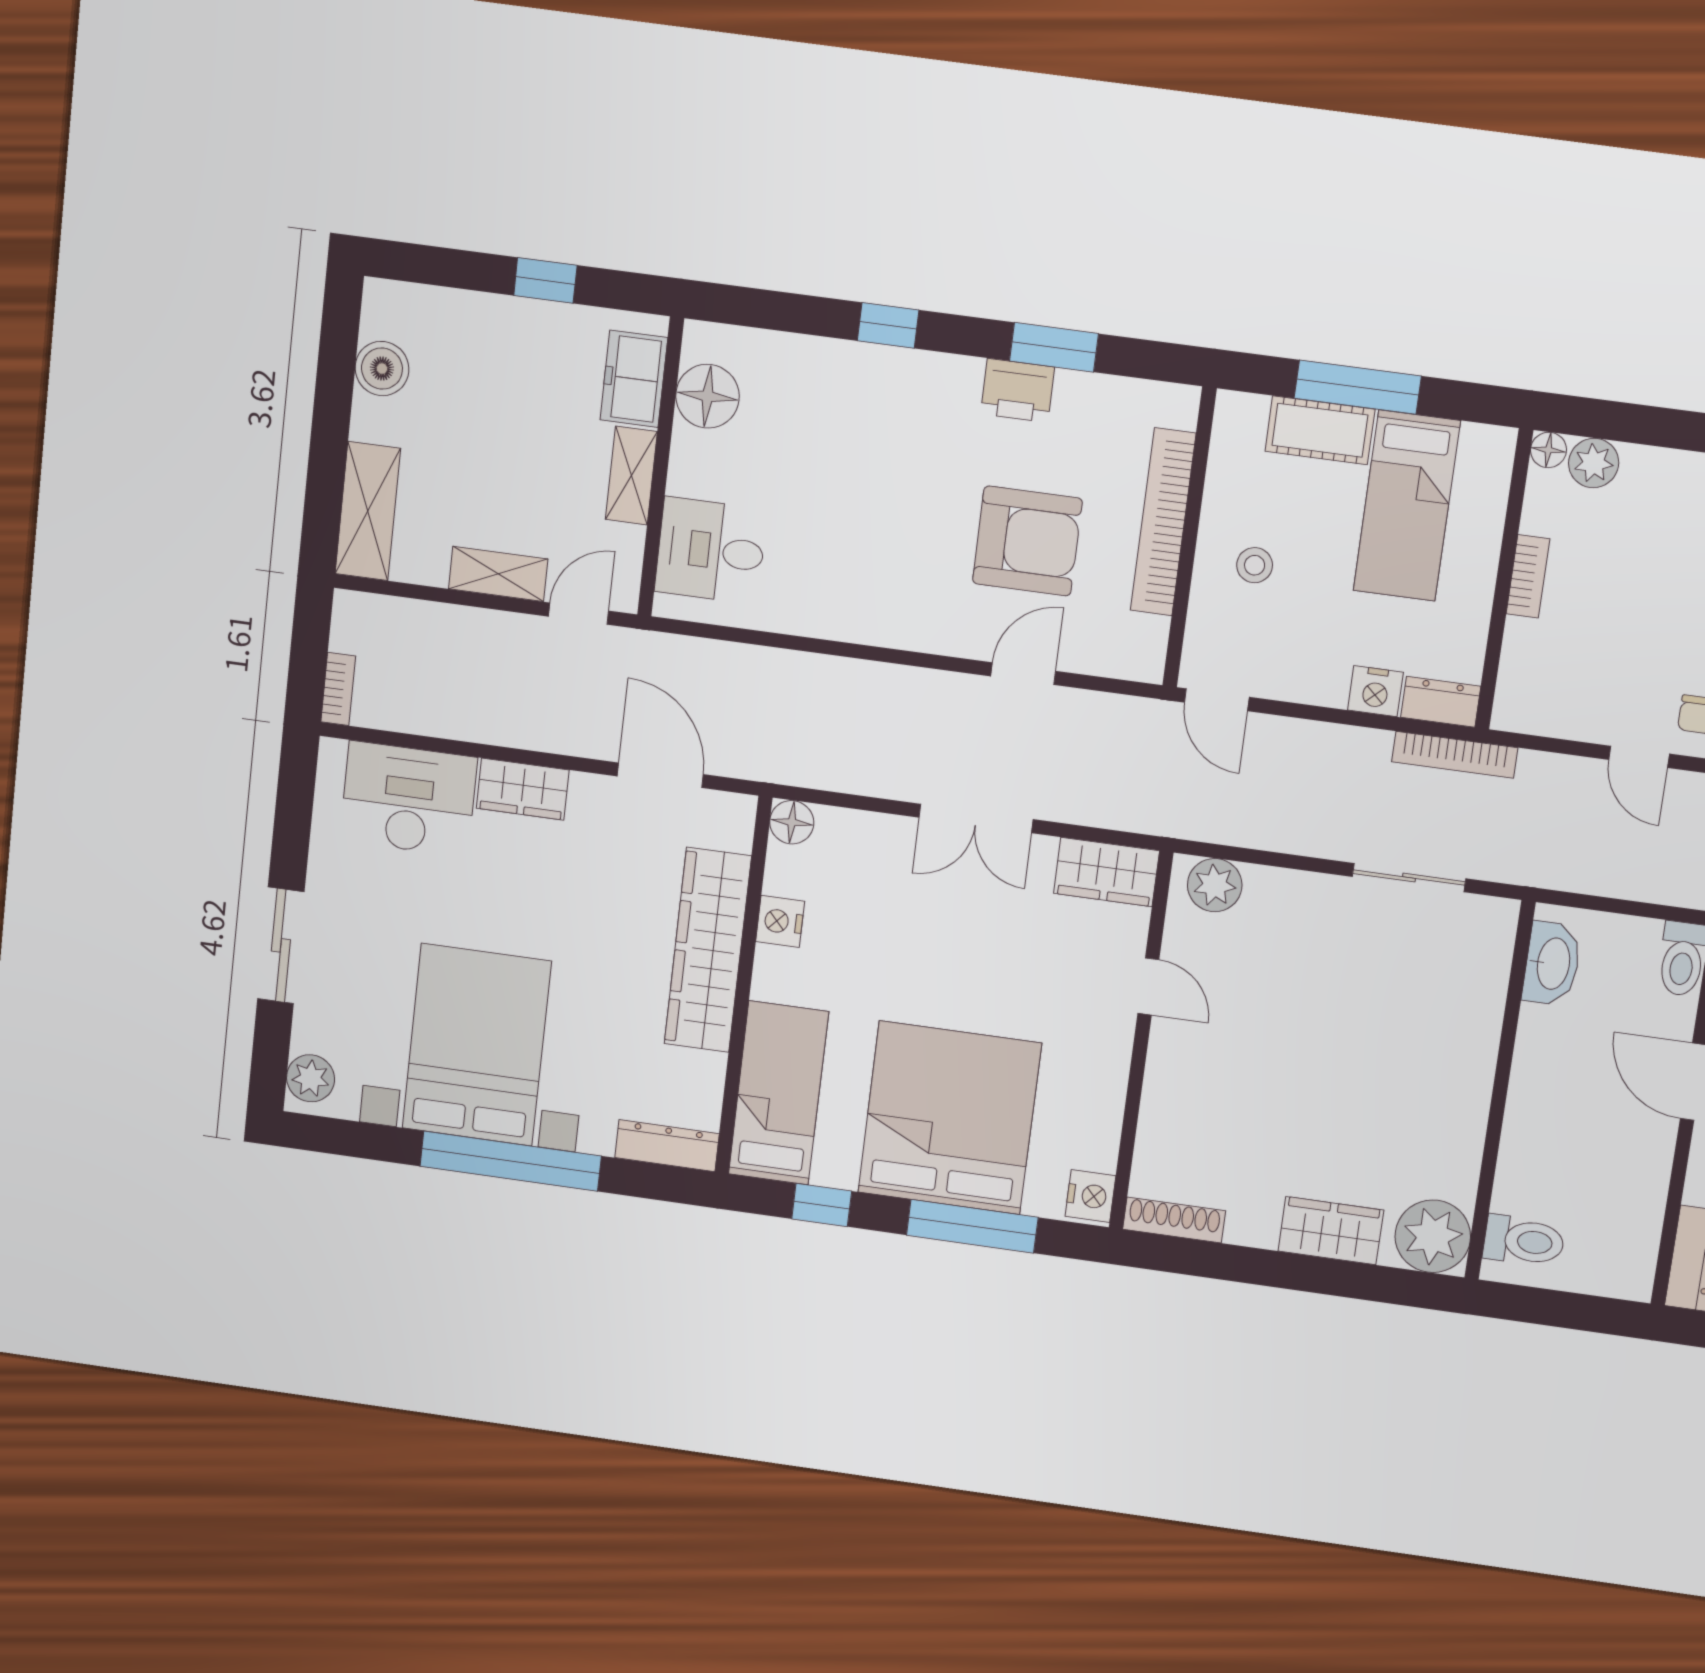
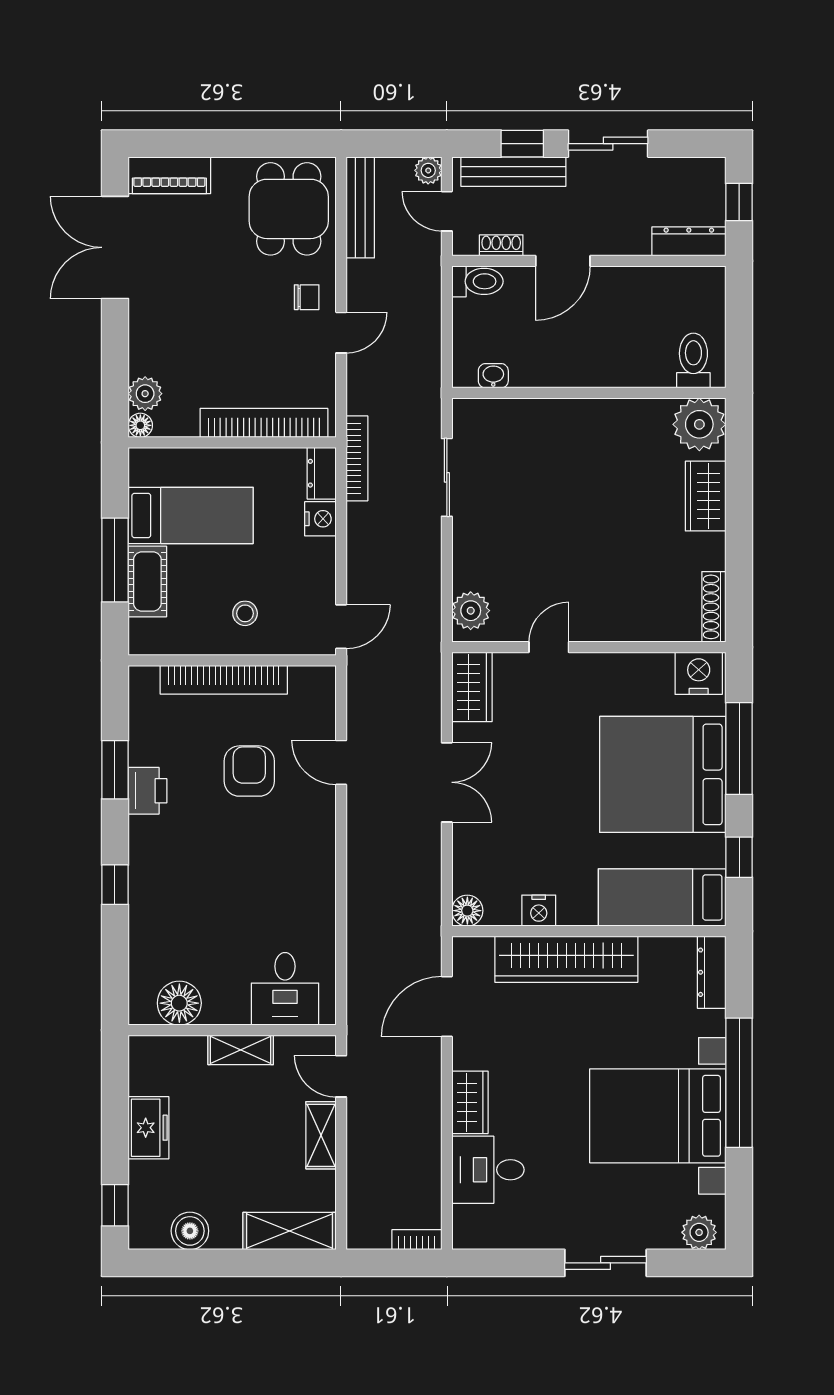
window: (545, 280) -> (115, 1205), moved
freezer: (634, 379) -> (148, 1128), moved, turned -90
armchair: (1027, 541) -> (249, 771), width x0.73, depth x0.73
bookcase: (1528, 576) -> (264, 423), width x2.31, depth x1.31
desk: (409, 799) -> (488, 1170), width x0.73
washbasin: (1552, 963) -> (493, 376), width x0.52, depth x0.69
nightstand: (1090, 1196) -> (699, 673), width x1.36, depth x1.33

